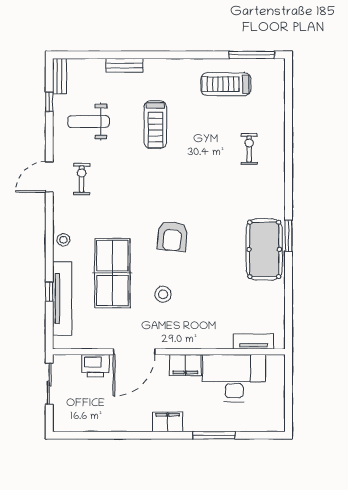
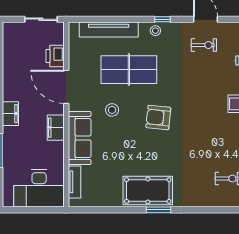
window: (49, 292) -> (163, 19), moved
sofa: (198, 335) -> (80, 138), added
desk: (234, 378) -> (39, 188), moved, turned 90

